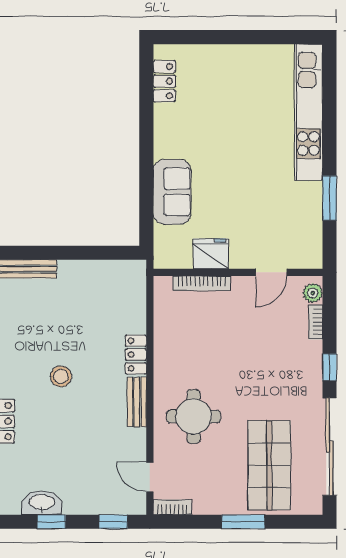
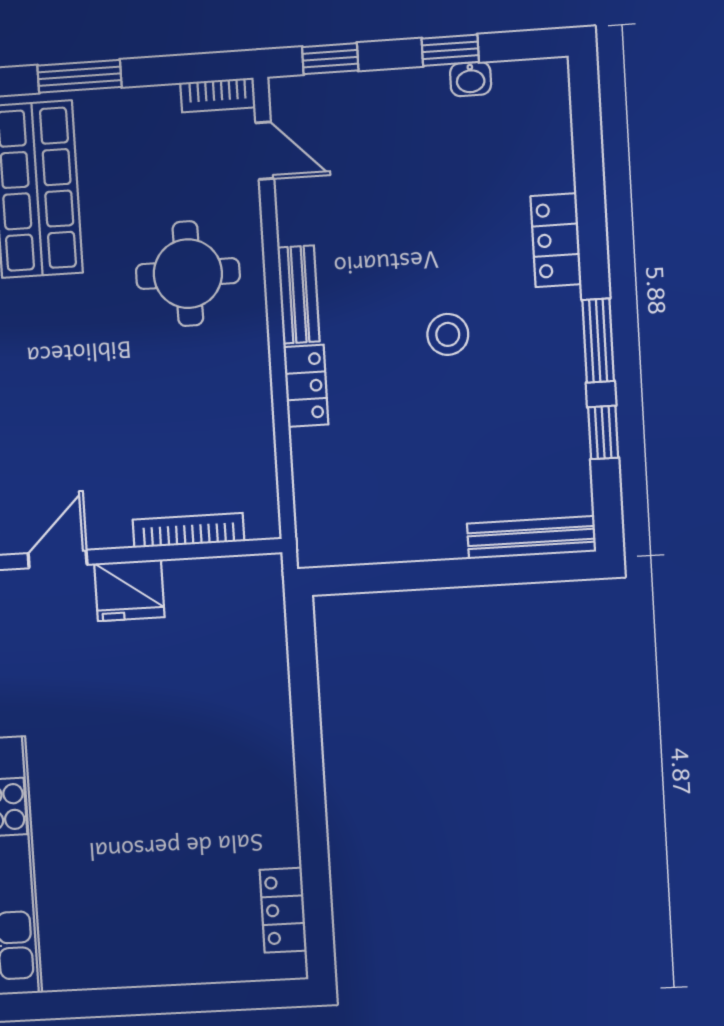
sofa: (172, 192) -> (256, 701), removed
fridge: (211, 254) -> (129, 590), moved
washbasin: (42, 503) -> (471, 79), width x0.52, depth x0.69

